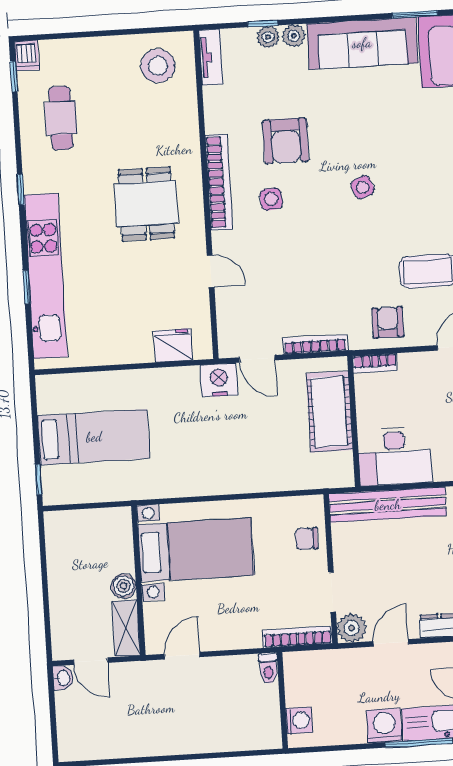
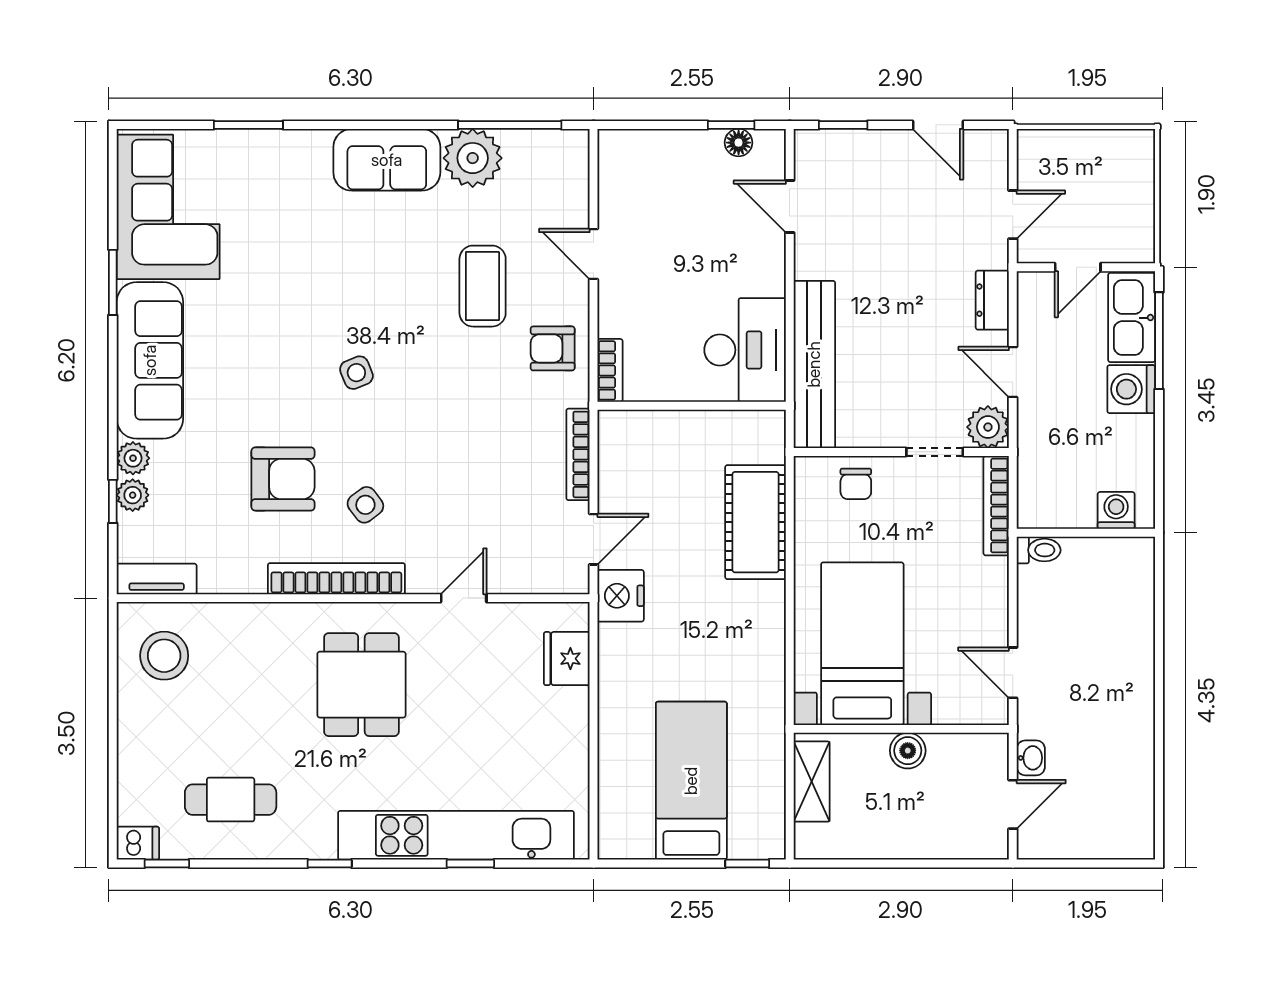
side table: (271, 199) -> (365, 505), turned -32
dining table: (146, 204) -> (361, 685), turned 90
cot: (329, 412) -> (756, 522), moved, turned 90
shelving: (126, 628) -> (812, 782), moved, turned 90
washbasin: (63, 678) -> (1031, 758), moved, turned 90

